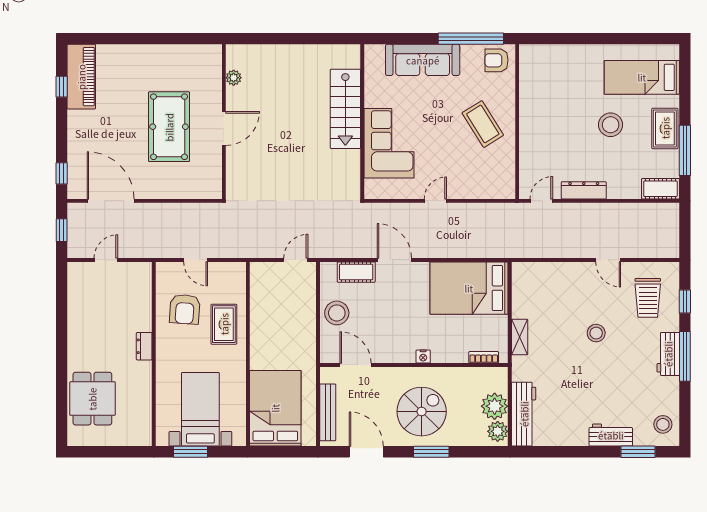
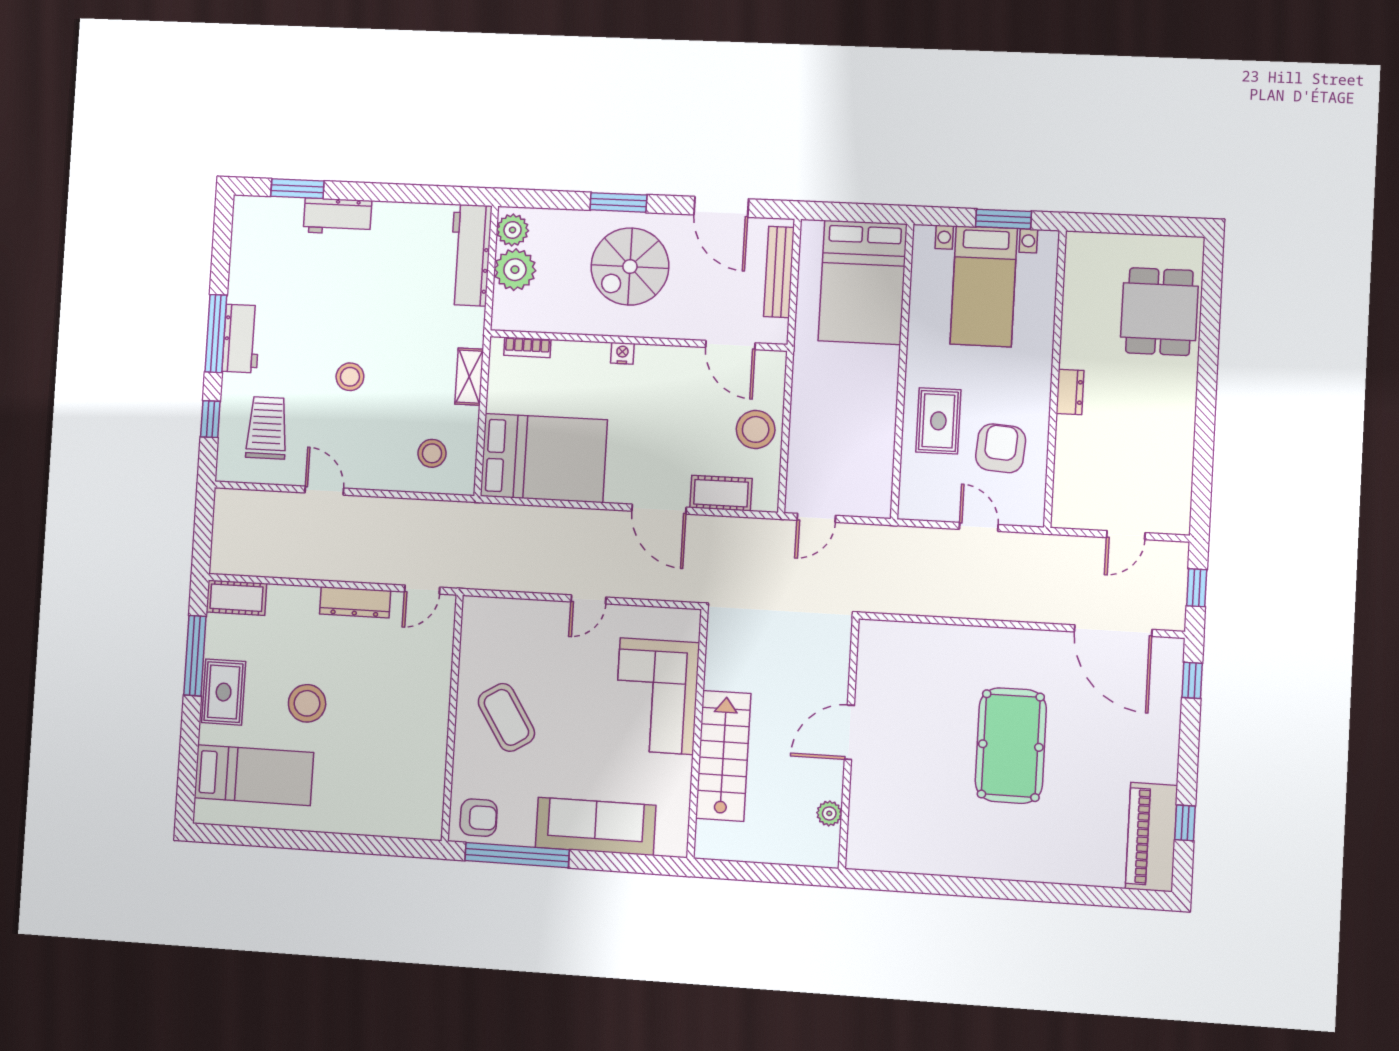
plant: (234, 78) -> (829, 813), moved
wall: (224, 122) -> (849, 743), moved
door: (224, 128) -> (849, 732), moved
stool: (663, 424) -> (432, 453), moved

